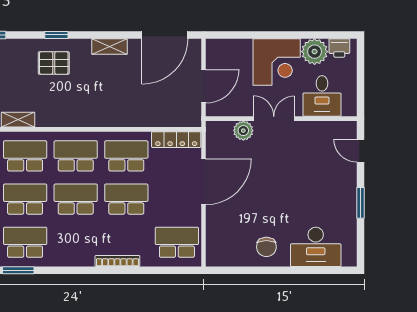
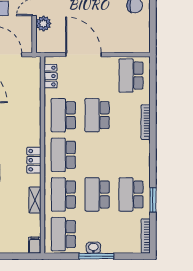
locker: (69, 118) -> (34, 160), added
locker: (176, 140) -> (51, 76), width x0.66
school desk: (76, 199) -> (97, 155), removed

